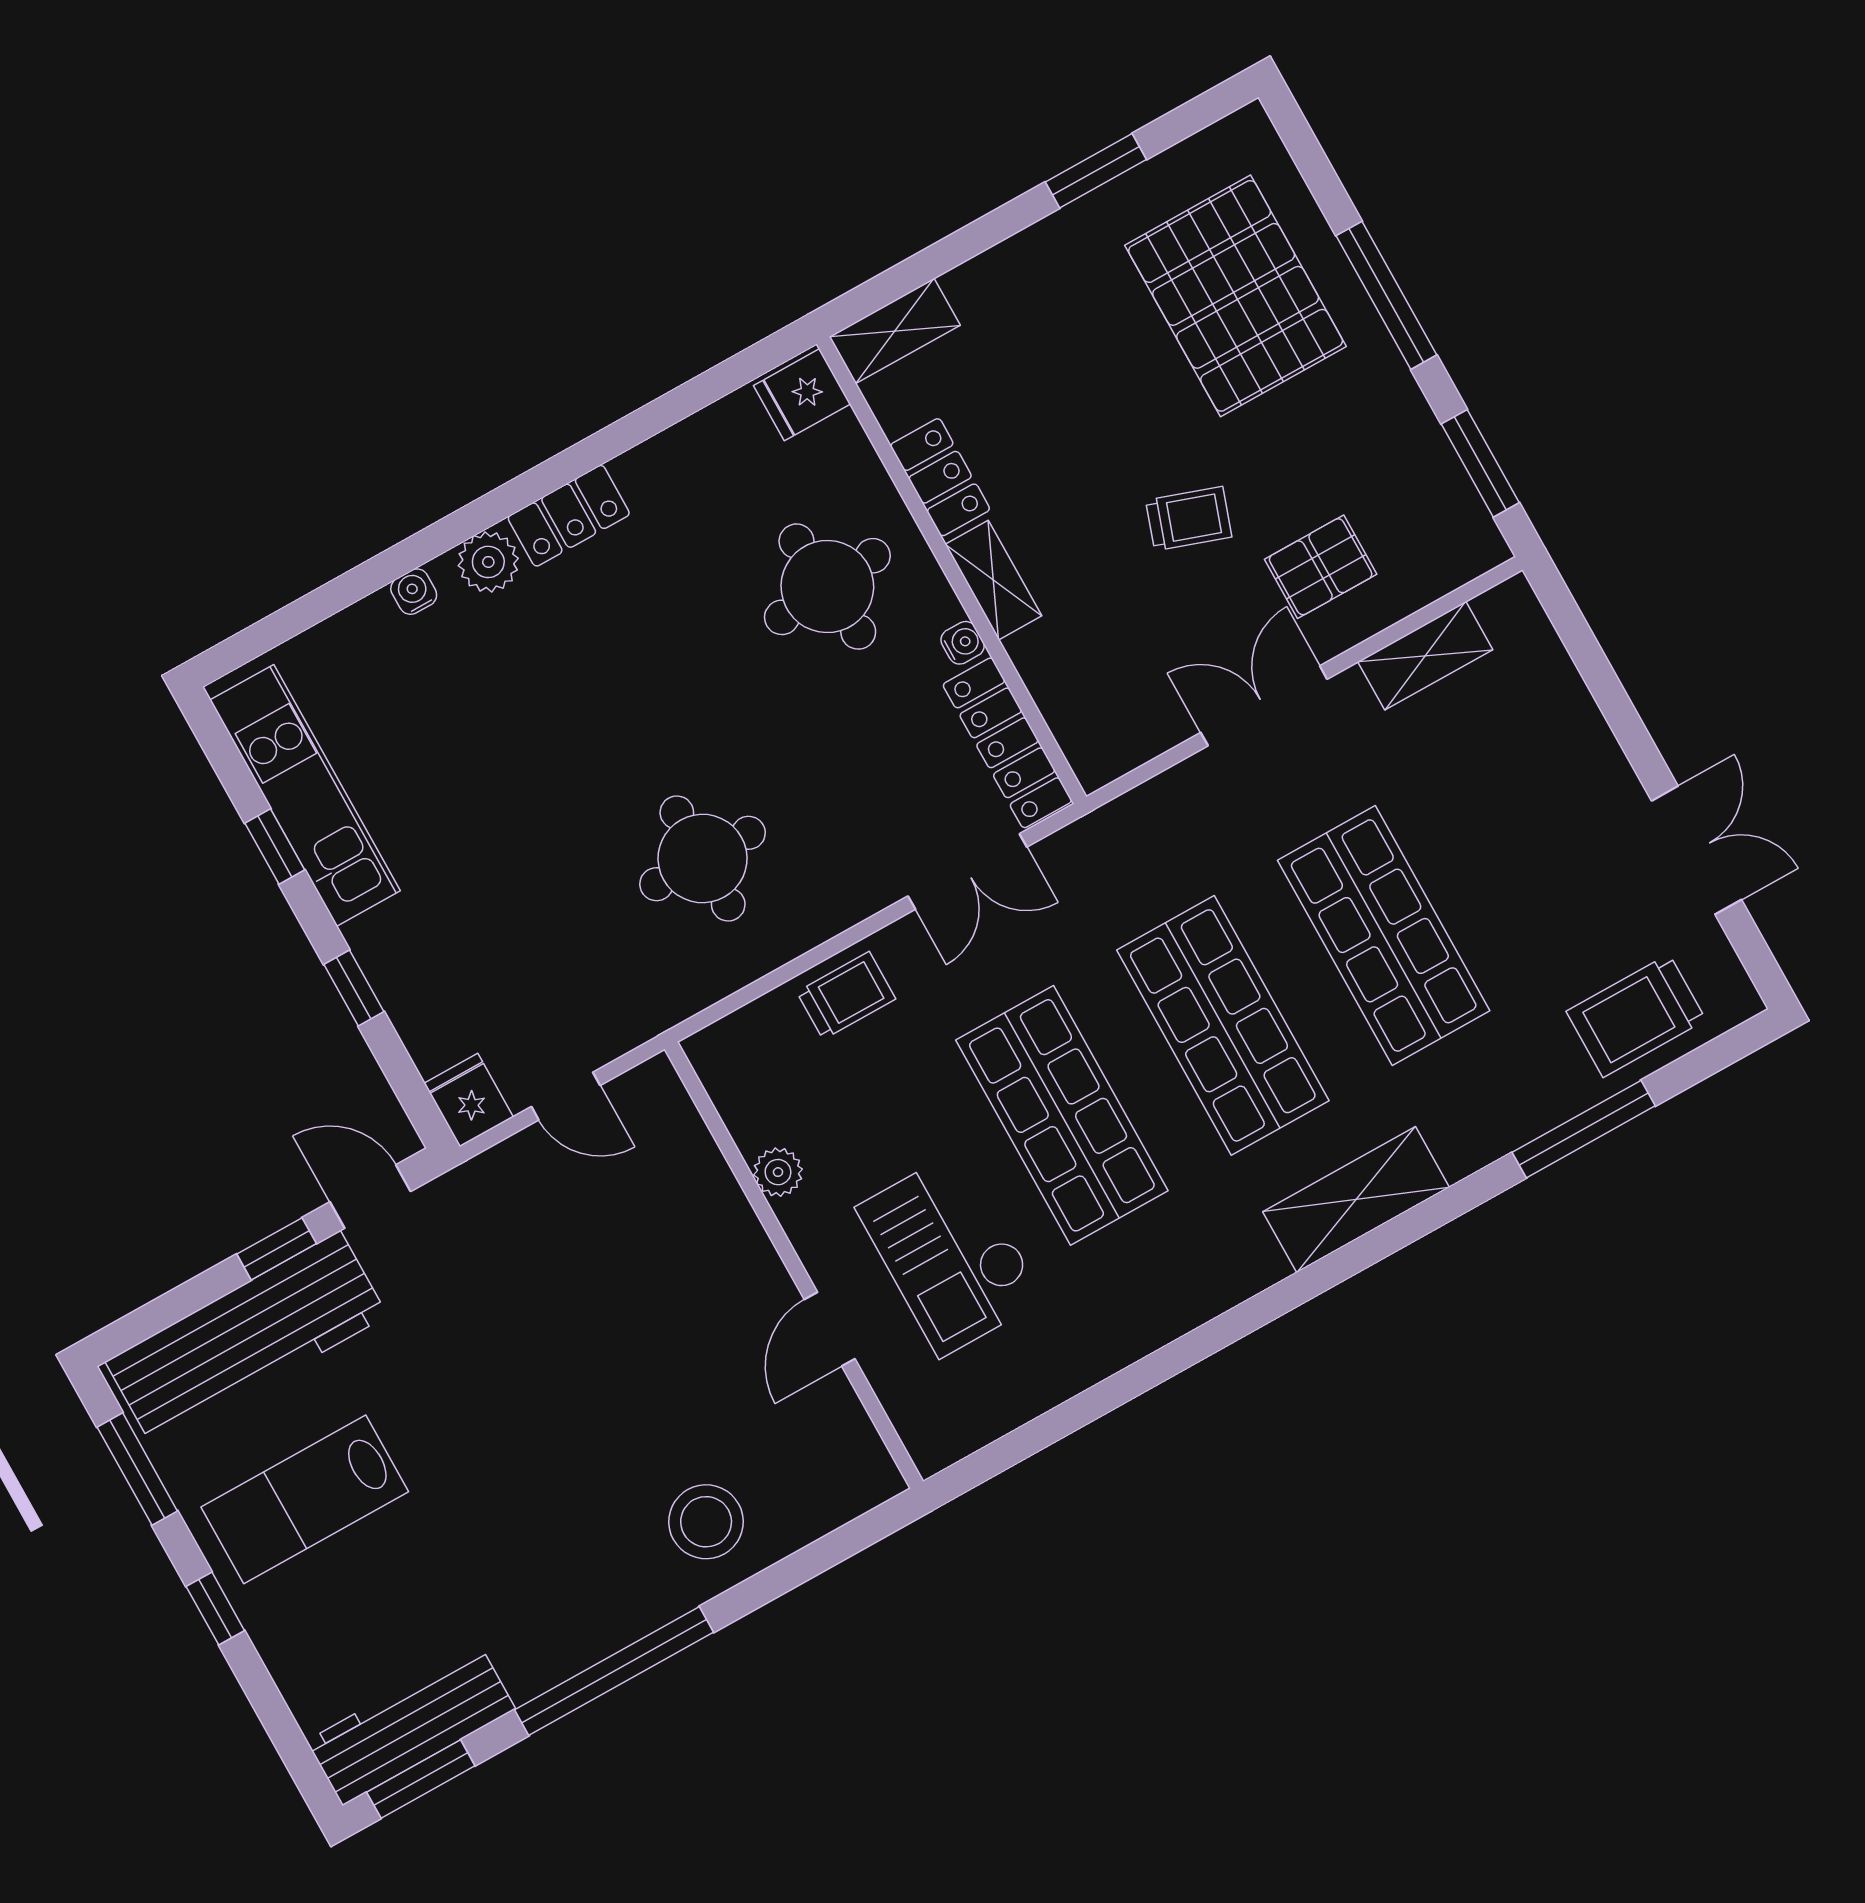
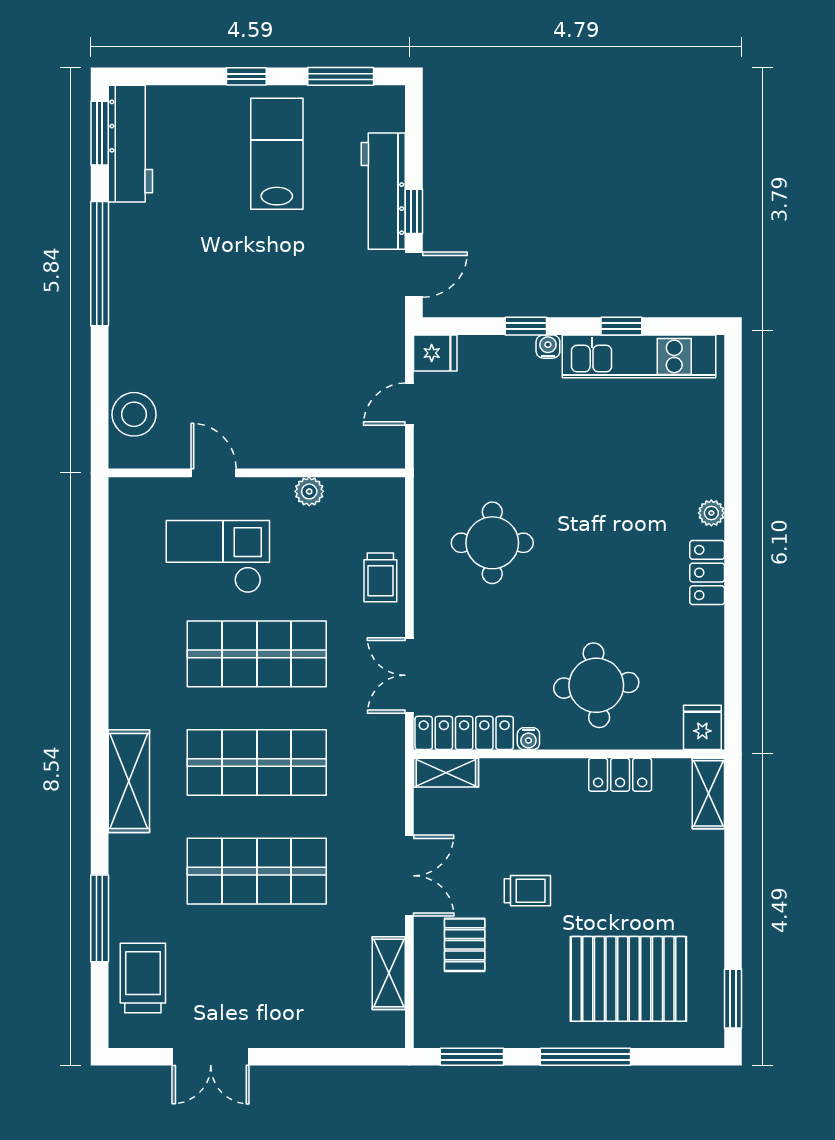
window: (1096, 171) -> (733, 999), moved
trolley: (1189, 519) -> (527, 891), turned -109
plant: (488, 562) -> (711, 513), width x0.73, depth x0.73
shelving: (993, 580) -> (446, 773), moved
water cooler: (414, 592) -> (548, 347), moved, turned -90
workbench: (246, 1339) -> (383, 191), width x0.73, depth x0.76
stool: (706, 1522) -> (134, 414), moved

